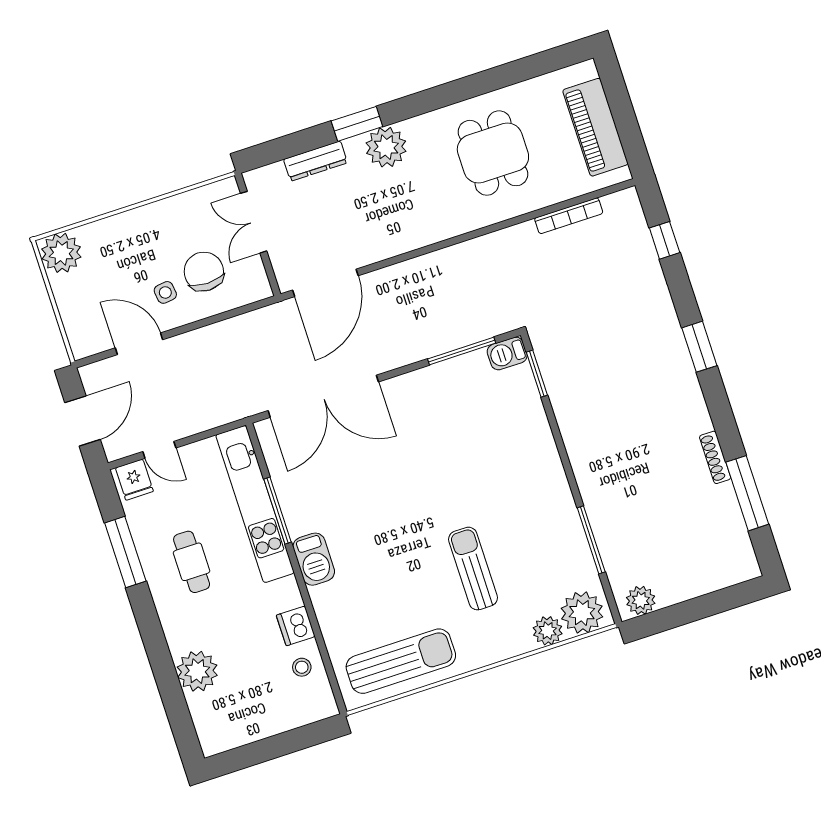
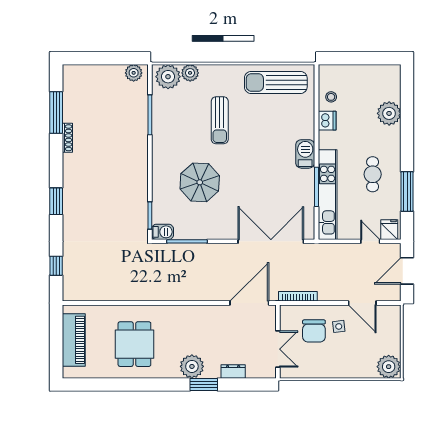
dresser: (315, 161) -> (233, 372), width x0.70
bookcase: (569, 216) -> (298, 296), moved
parasol: (473, 455) -> (200, 182), added

